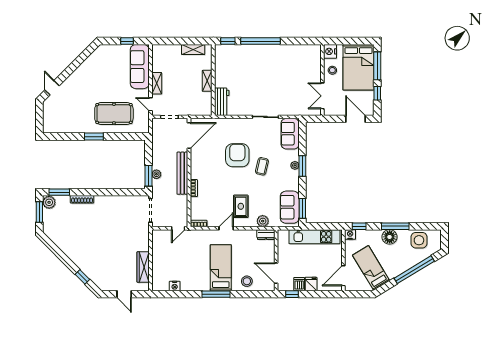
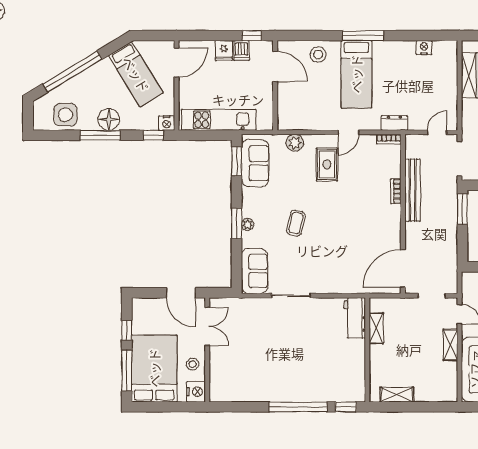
shelving: (207, 81) -> (376, 328), moved
door: (355, 119) -> (181, 293), moved
armchair: (237, 155) -> (332, 239), removed
bench: (182, 173) -> (413, 190), moved
plant: (156, 174) -> (451, 211), removed
door: (178, 228) -> (437, 132), moved
dresser: (266, 235) -> (394, 123), moved

